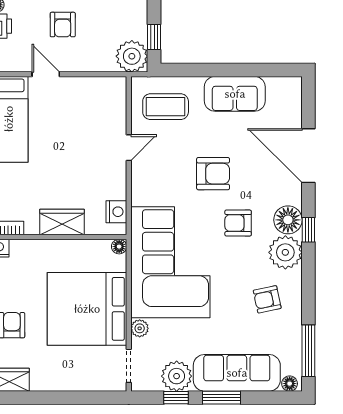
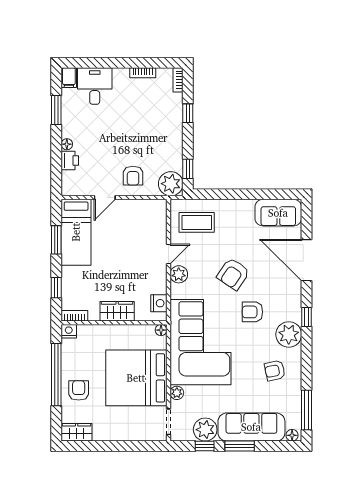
armchair: (63, 25) -> (133, 176), moved
door: (46, 74) -> (105, 198), swing flipped
sofa: (235, 94) -> (278, 213), moved
plant: (142, 174) -> (179, 274), added
armchair: (213, 174) -> (233, 274), turned 124
floor lamp: (288, 220) -> (291, 309), removed

